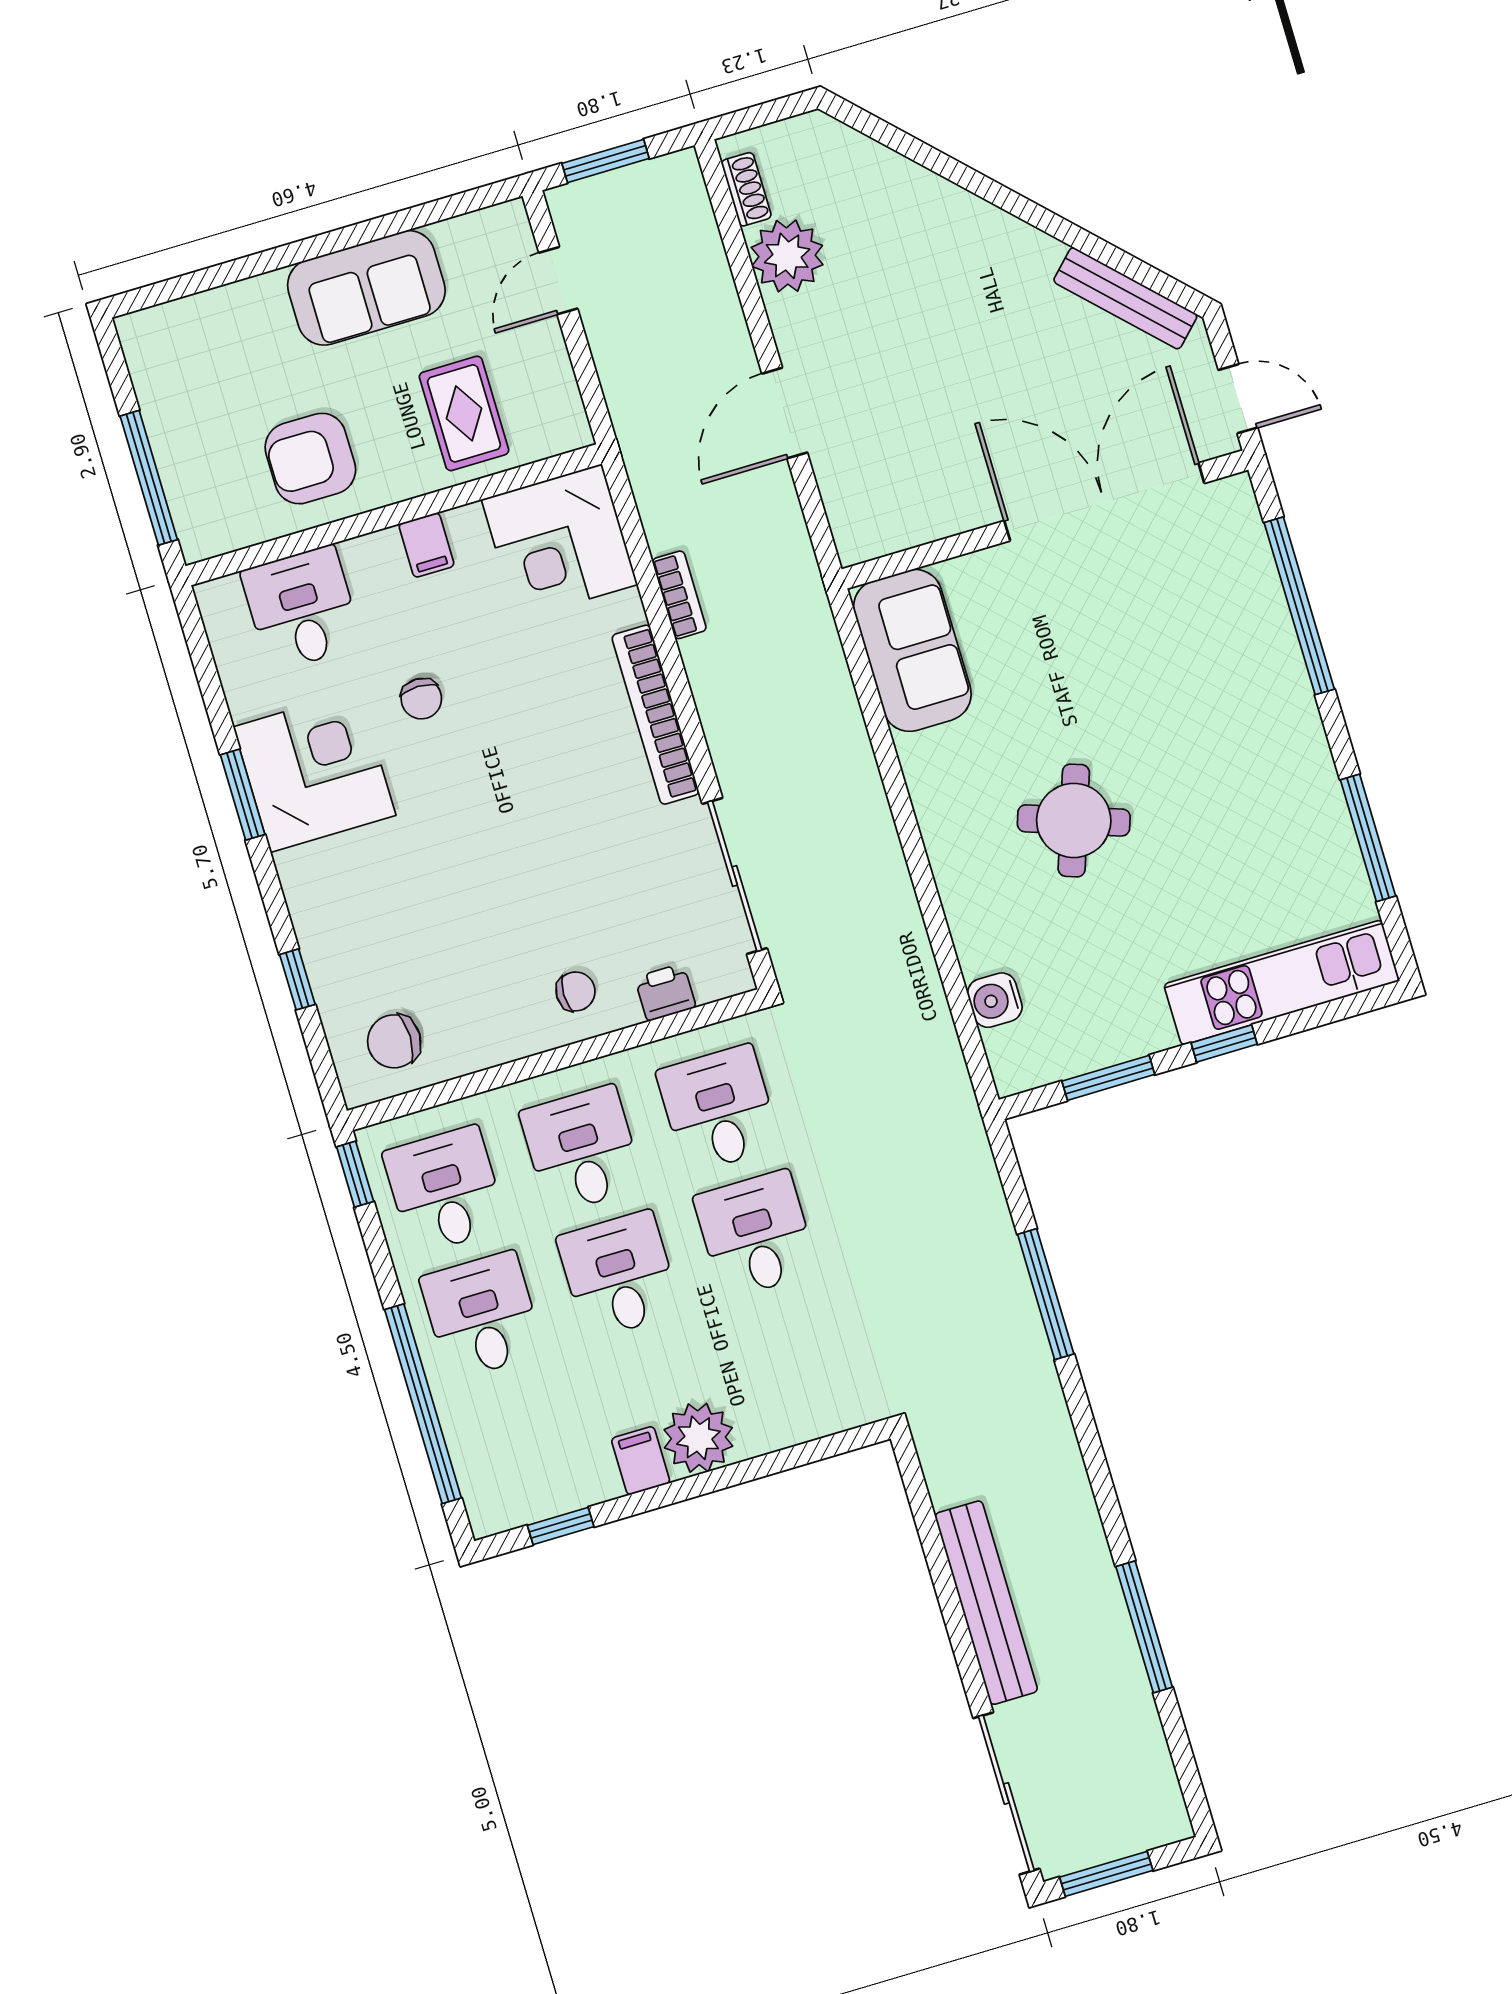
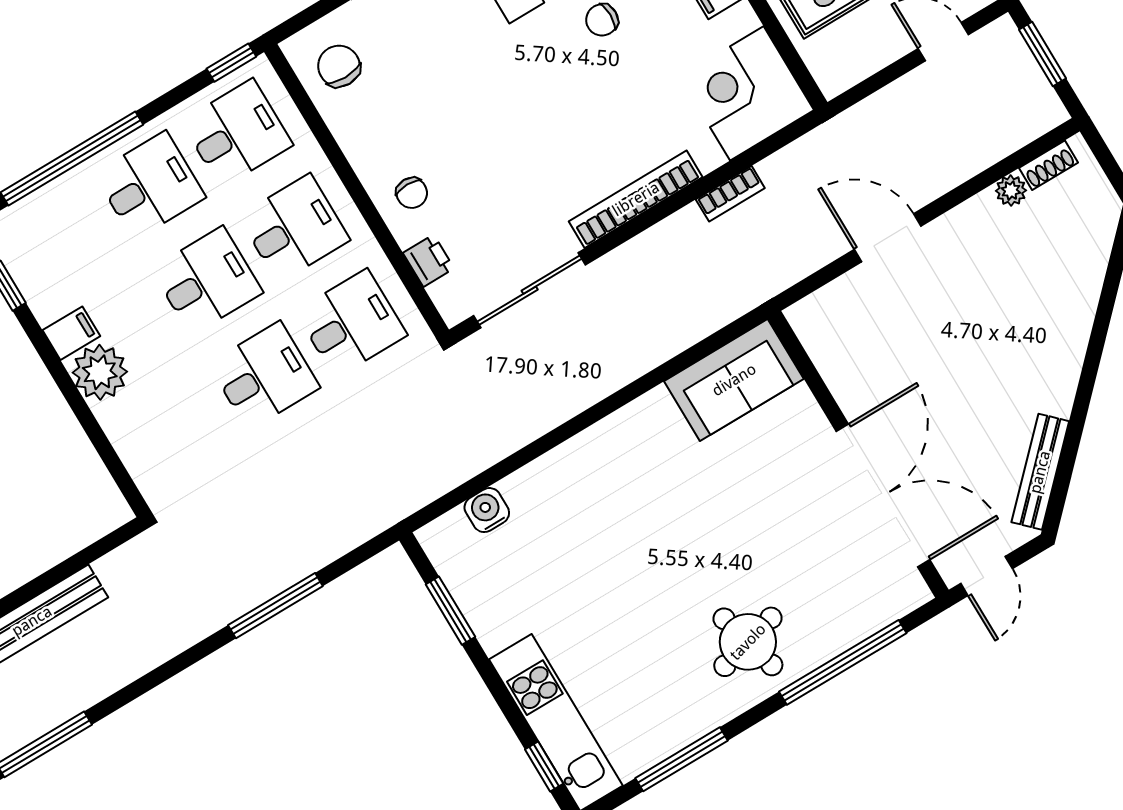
plant: (787, 256) -> (1011, 191), width x0.53, depth x0.53
round table: (1074, 820) -> (748, 642), moved, turned -34
window: (1224, 1043) -> (544, 767), moved

